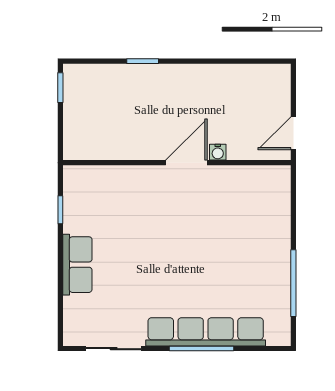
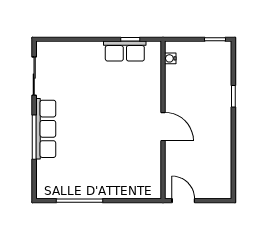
water cooler: (218, 152) -> (170, 58), moved
row of seats: (77, 265) -> (125, 51), moved
row of seats: (206, 332) -> (46, 129), width x0.73

